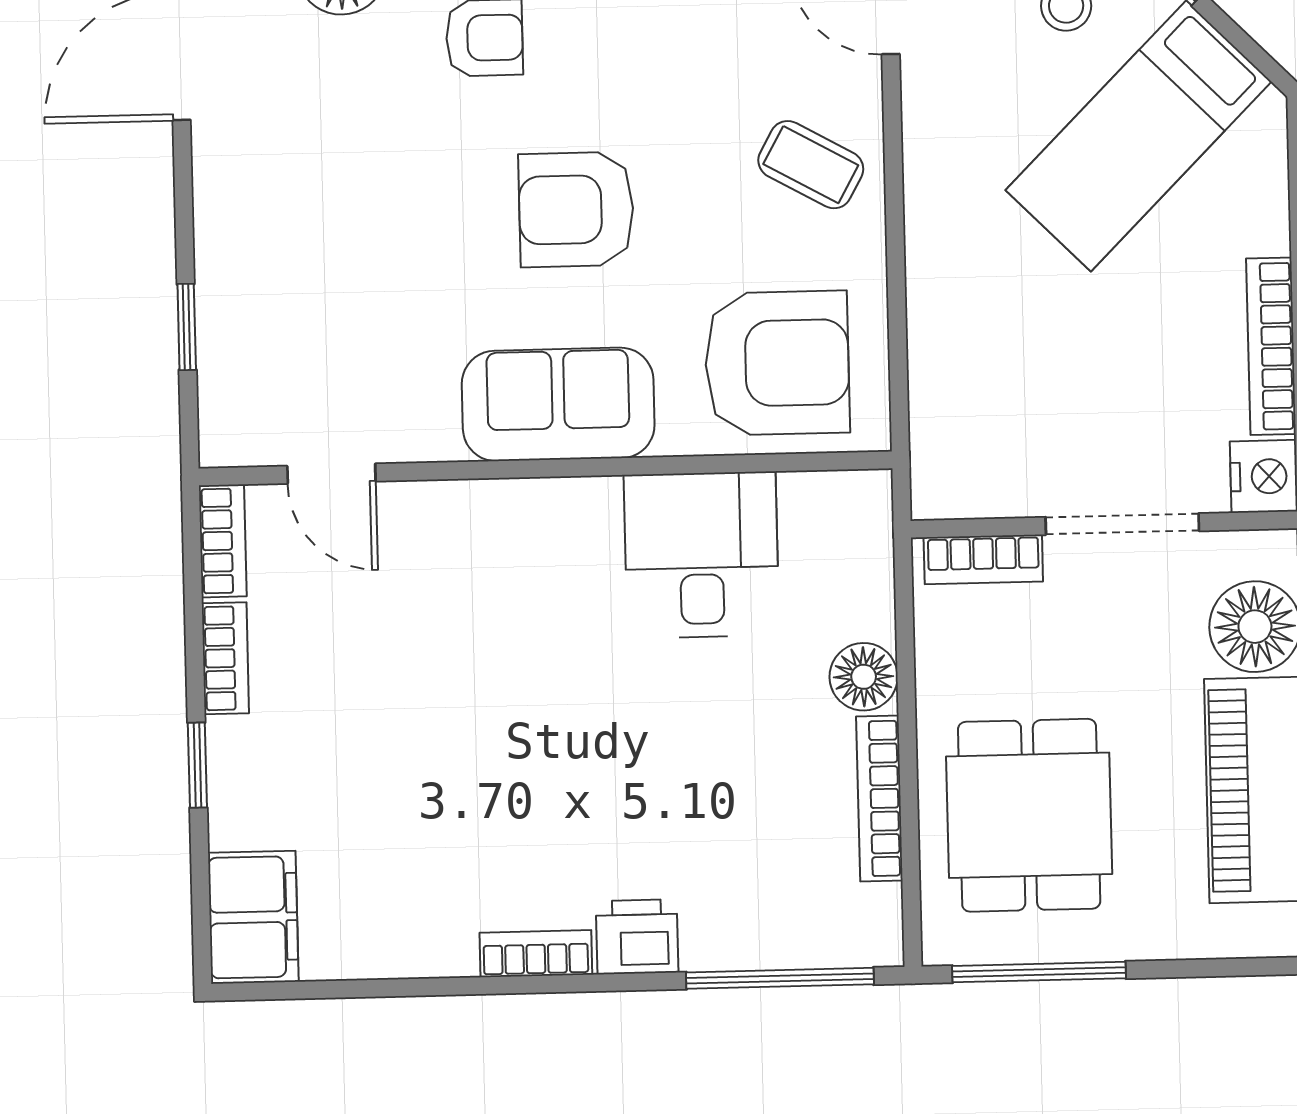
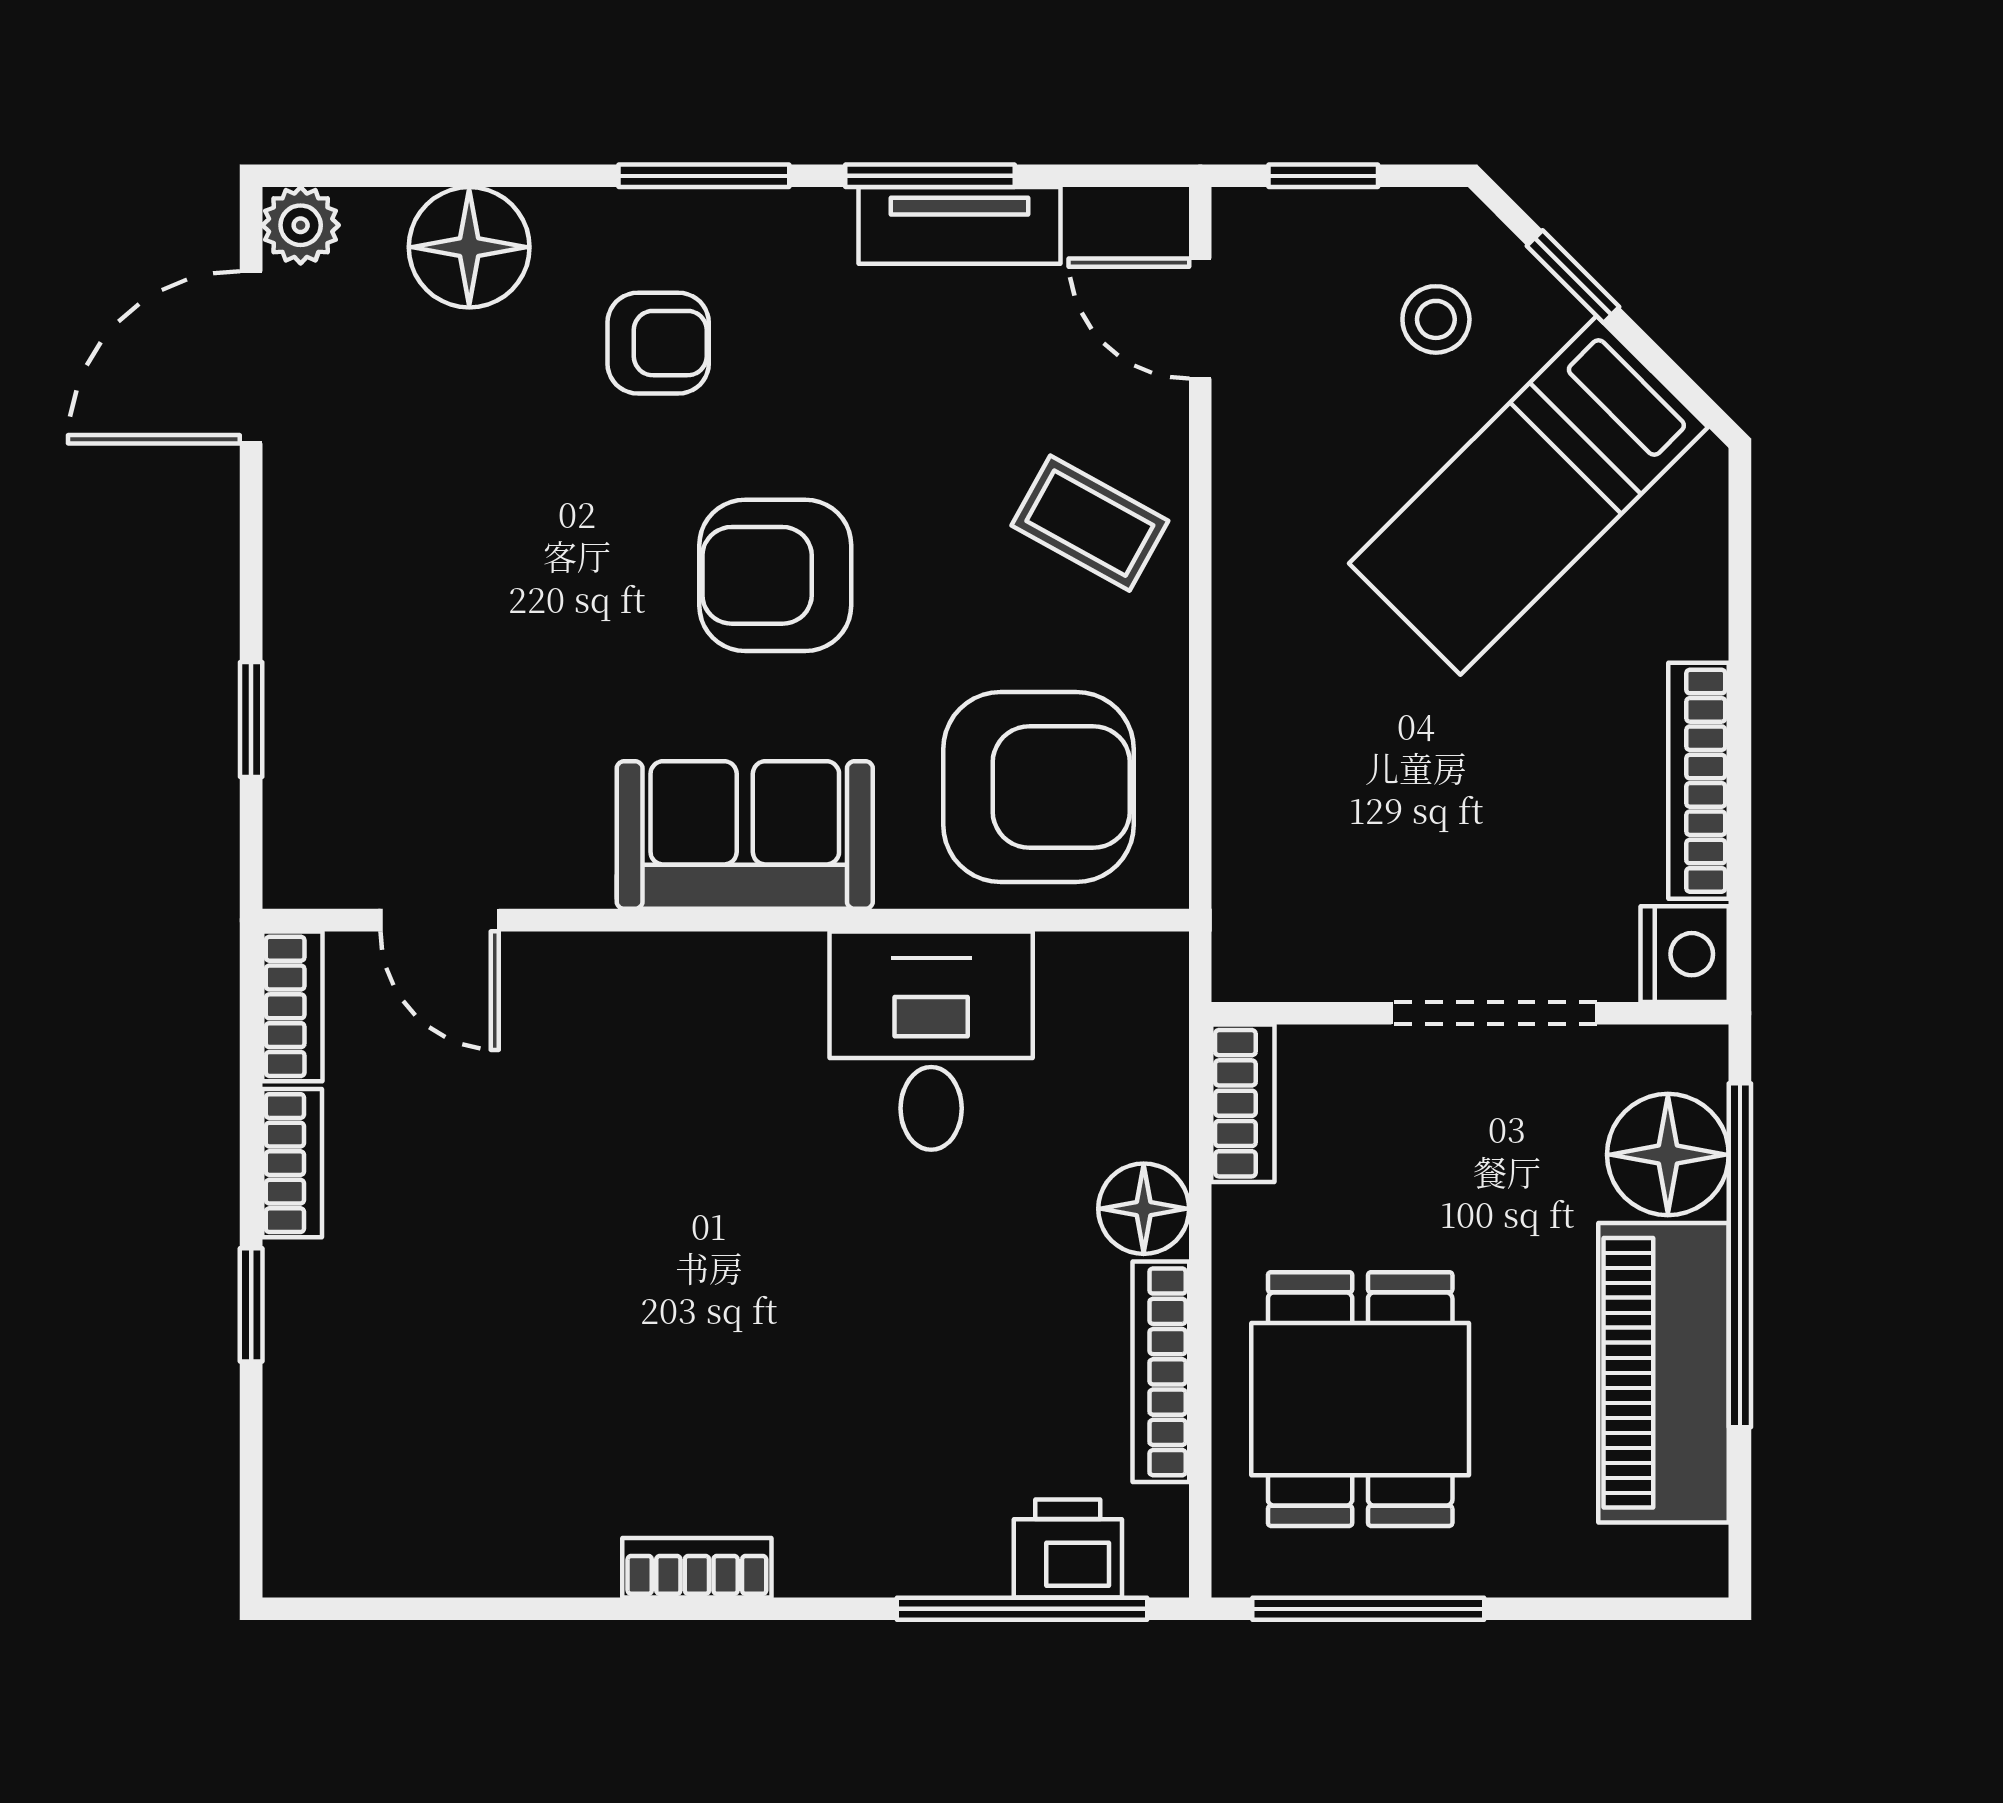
bookcase: (983, 559) -> (1243, 1103), moved, turned -90
filing cabinet: (253, 917) -> (321, 1510), removed
printer: (637, 937) -> (1068, 1548), moved

